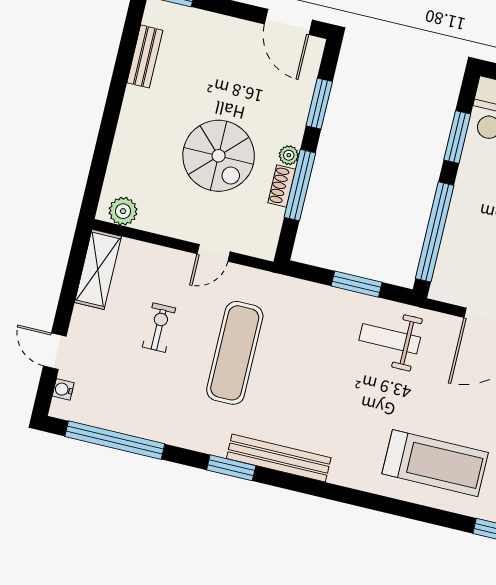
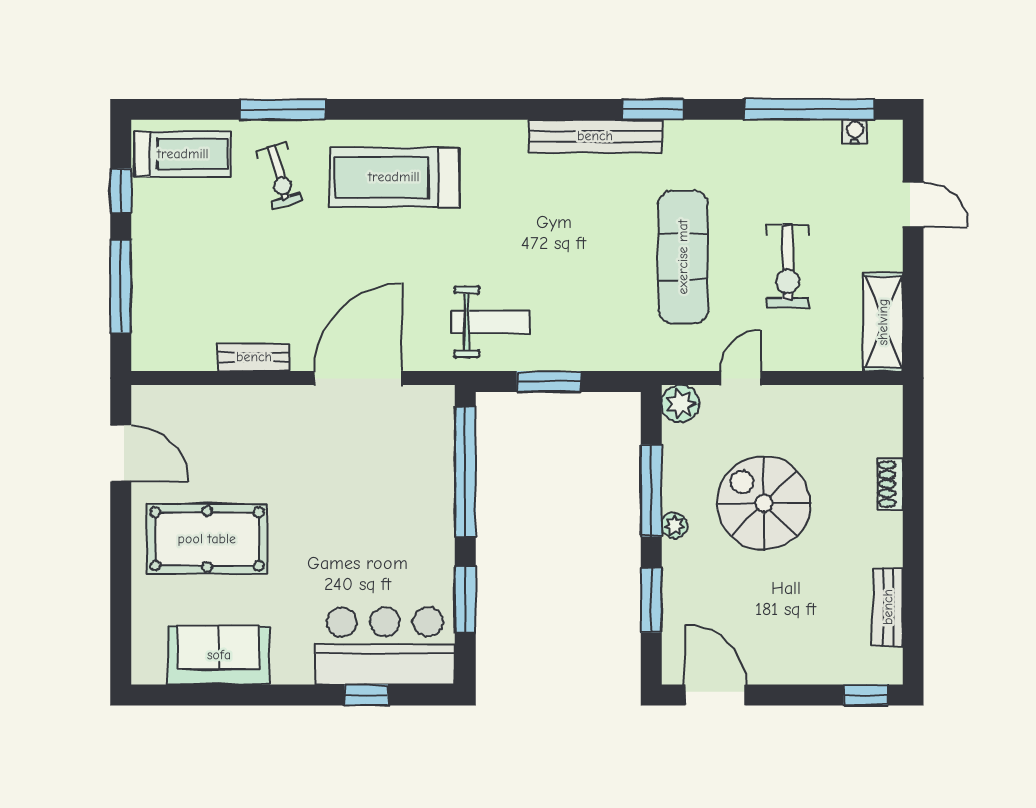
shoe rack: (282, 186) -> (890, 484), moved, turned 180
plant: (123, 211) -> (680, 404), moved
exercise bike: (159, 328) -> (787, 266), width x1.38, depth x1.39
water cooler: (63, 389) -> (855, 132), moved, turned -90

